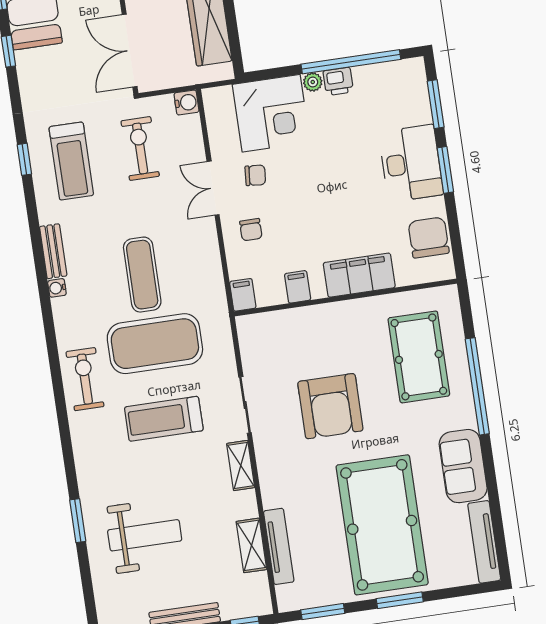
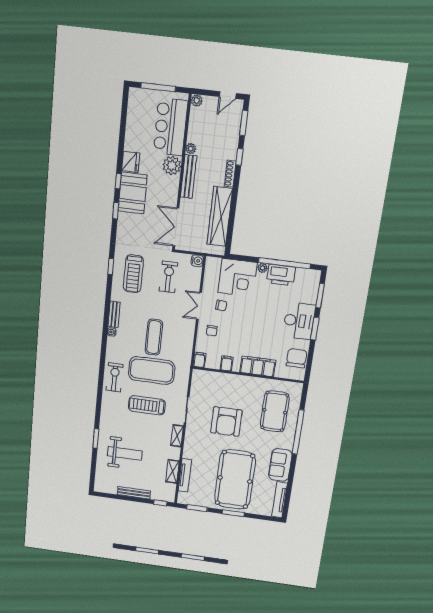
printer: (338, 81) -> (281, 275), width x1.87, depth x1.48

